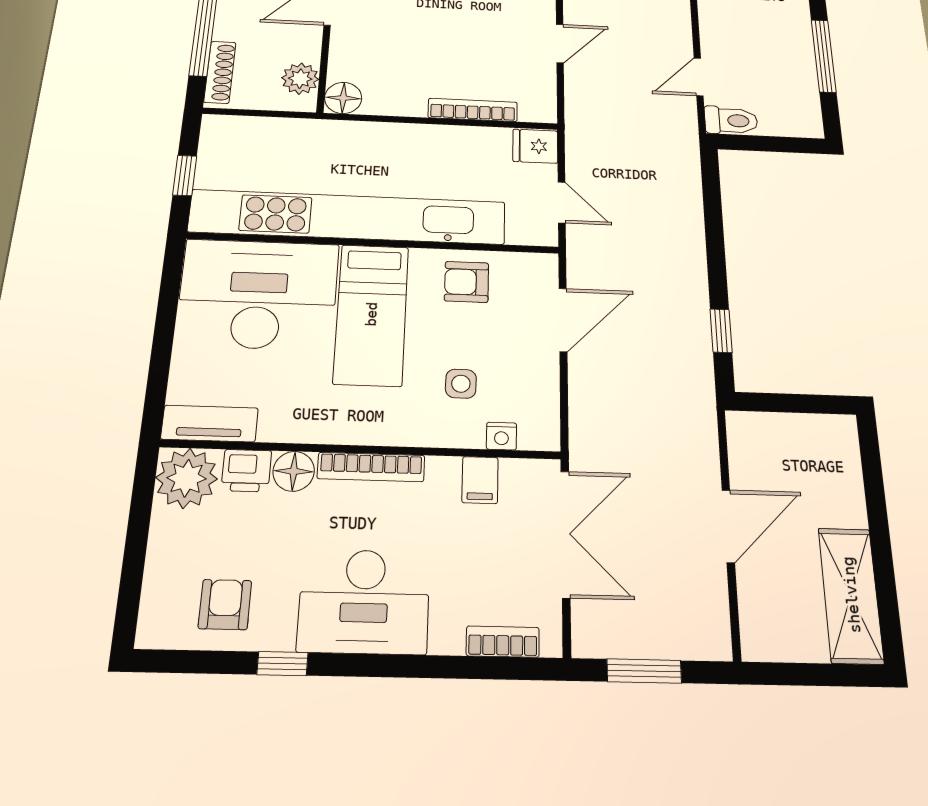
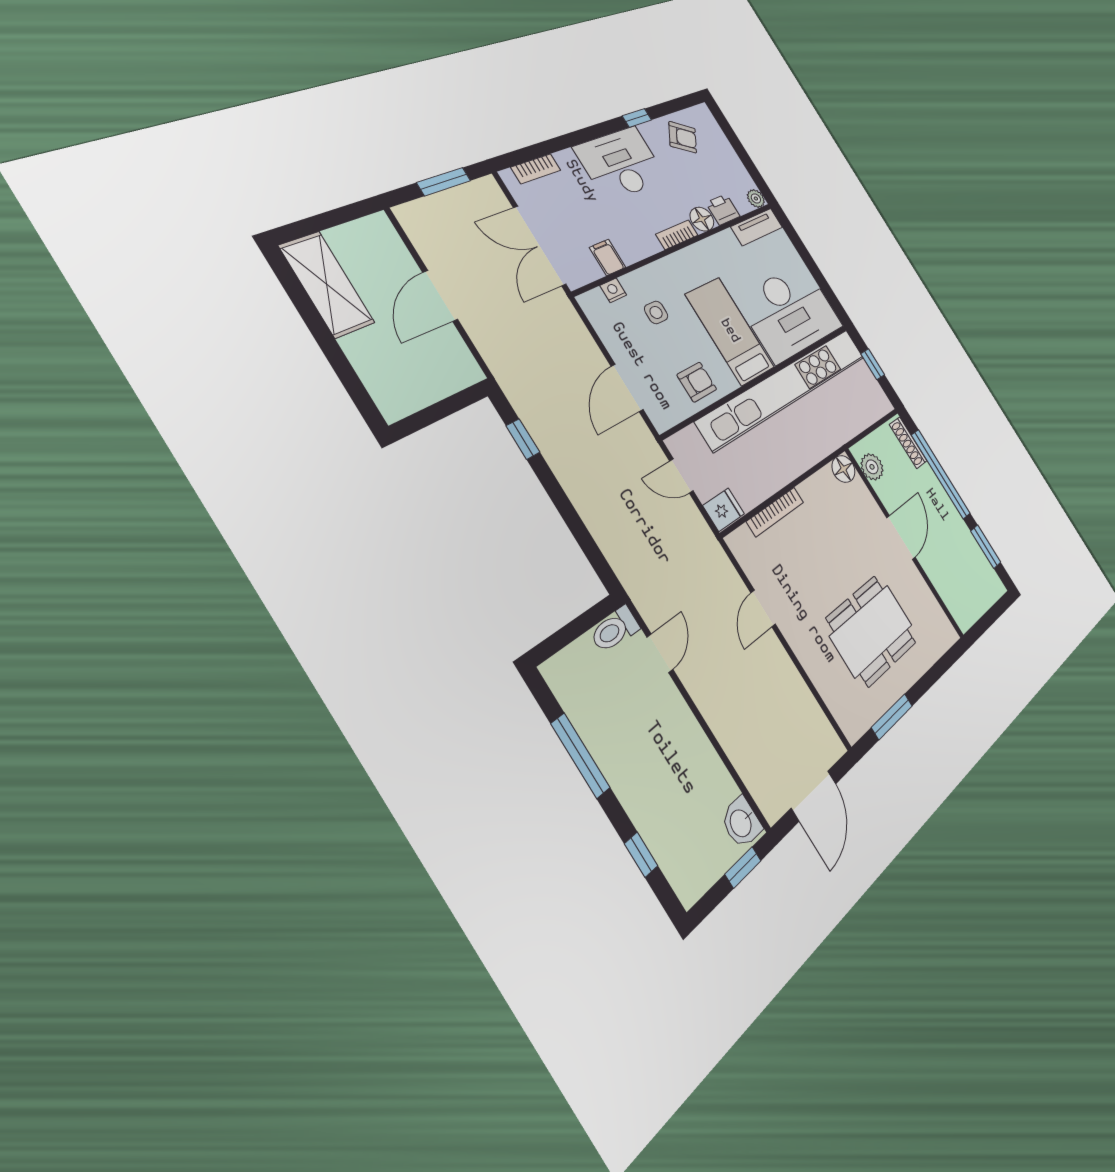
bookcase: (371, 467) -> (677, 235), width x0.64
plant: (187, 478) -> (756, 198), width x0.53, depth x0.53
armchair: (225, 604) -> (683, 137), turned -57

